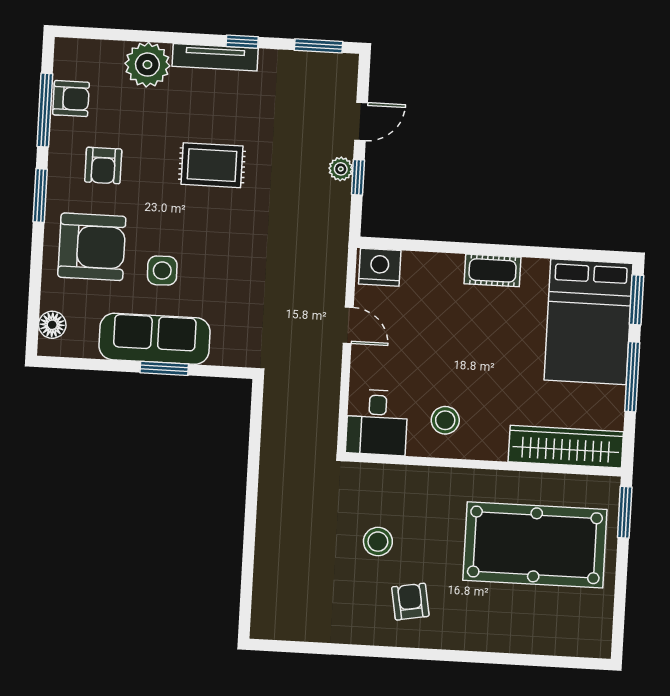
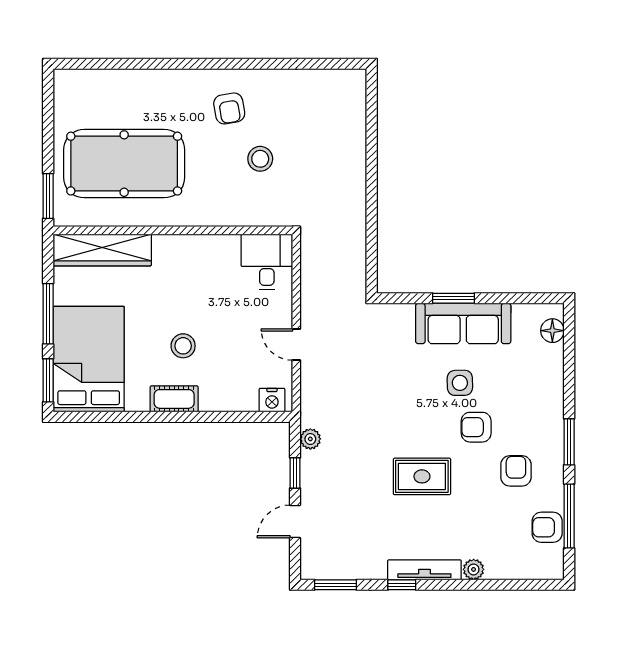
plant: (147, 65) -> (474, 569), width x0.53, depth x0.53
plant: (341, 169) -> (310, 439), moved
armchair: (92, 247) -> (476, 427), moved, width x0.53, depth x0.53
nightstand: (380, 267) -> (272, 400), width x0.74, depth x0.75
stool: (445, 420) -> (183, 346), moved

